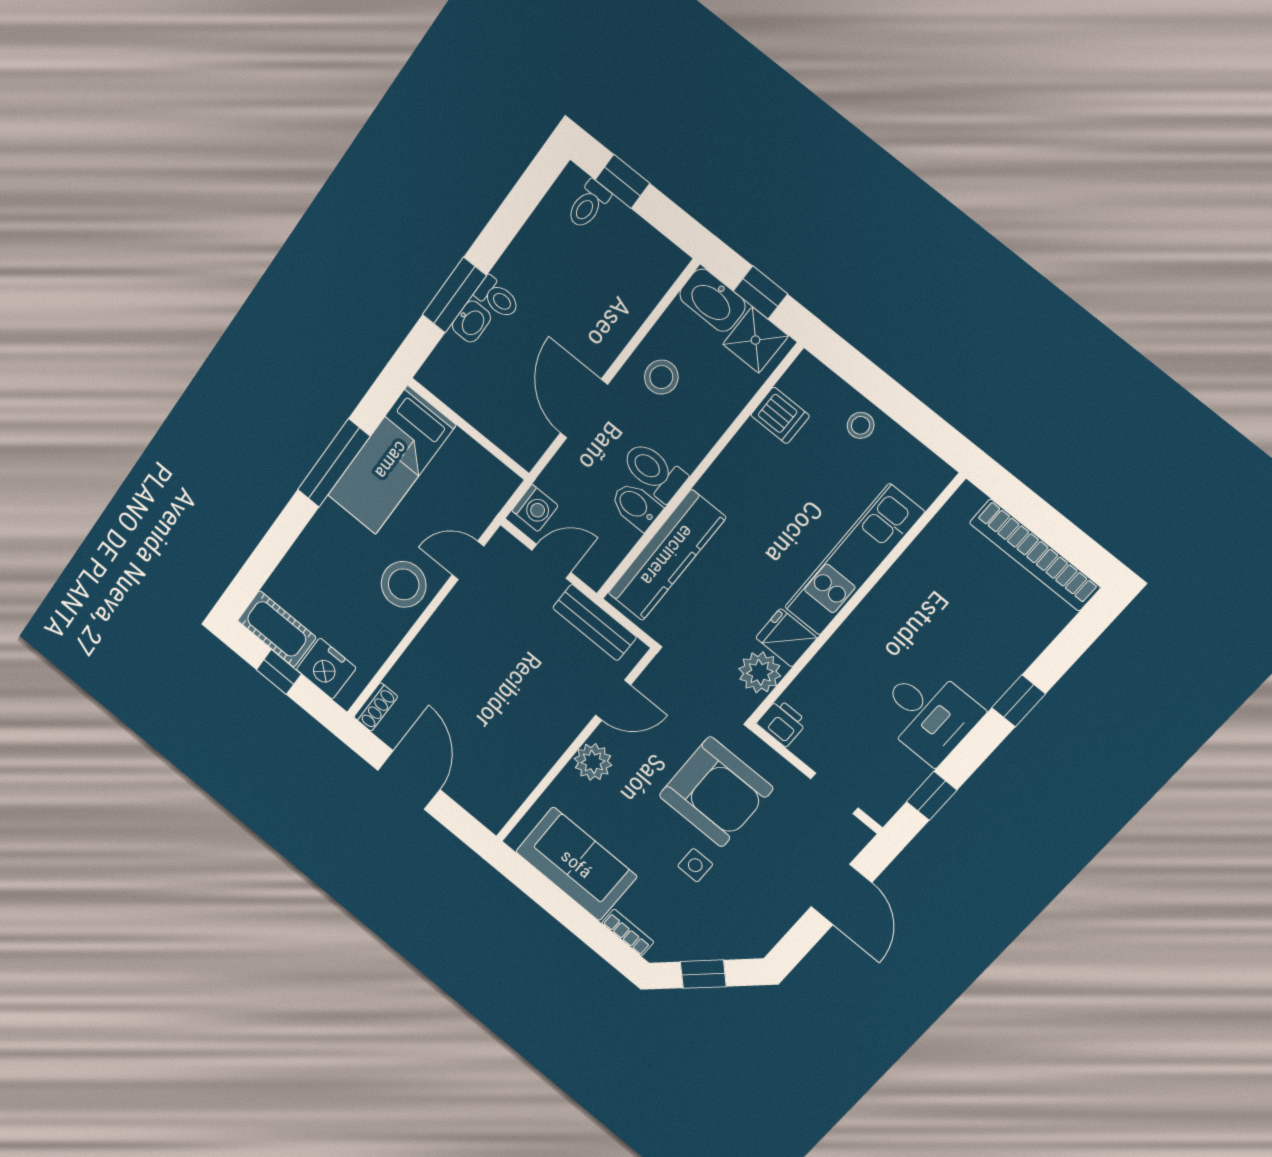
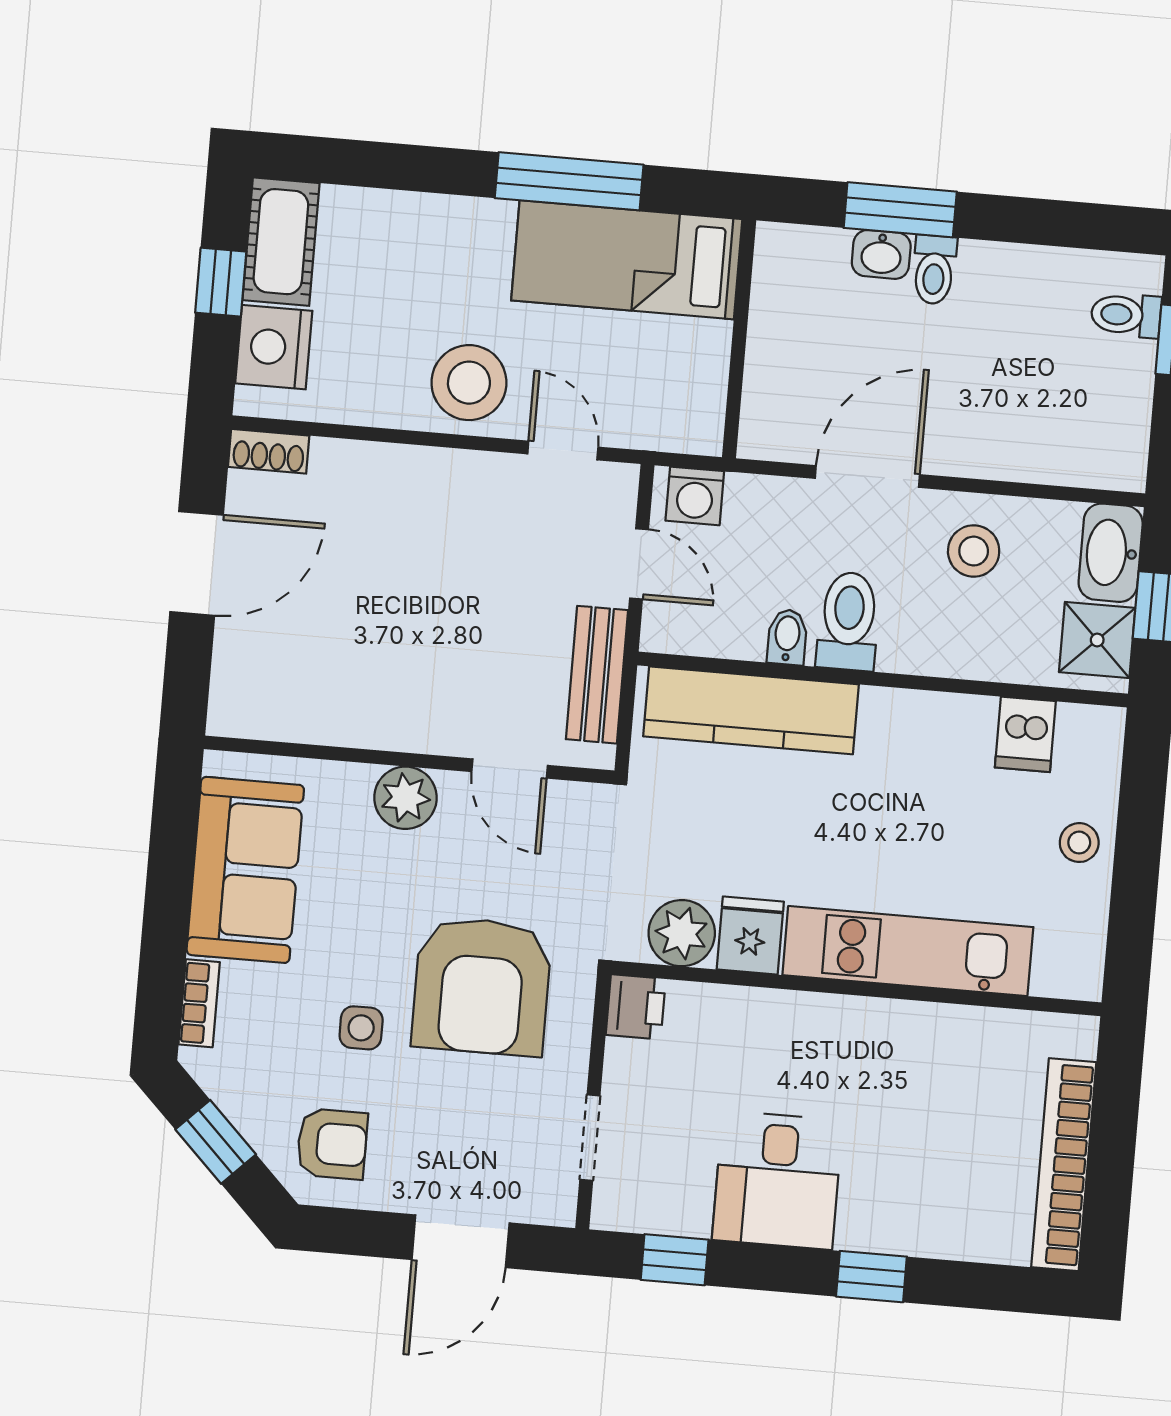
bidet: (636, 506) -> (787, 637), width x0.72, depth x0.74
armchair: (745, 921) -> (332, 1144), added

